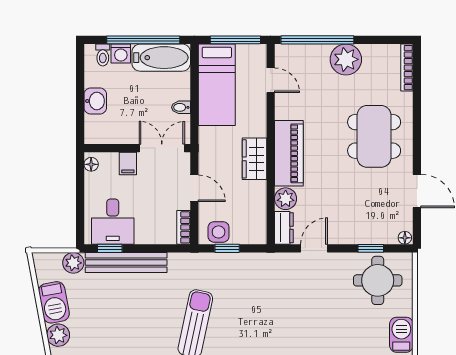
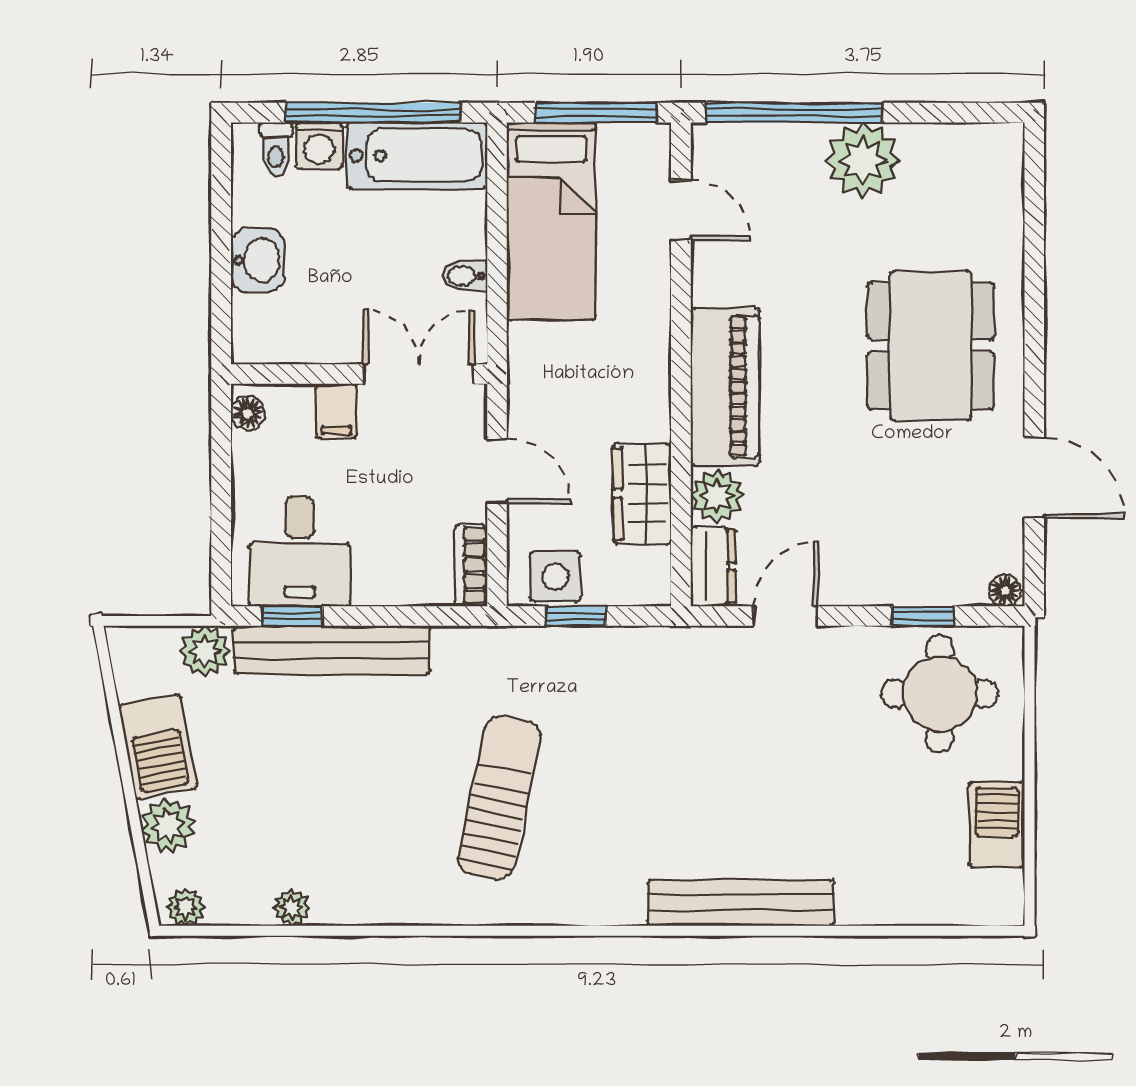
bookcase: (407, 68) -> (1010, 180), removed
wardrobe: (254, 159) -> (642, 494), moved

